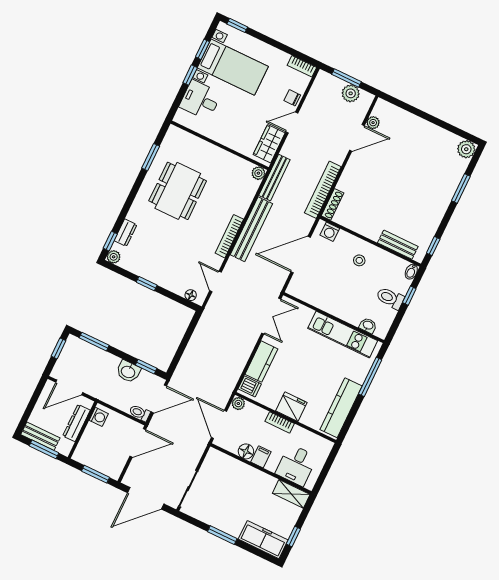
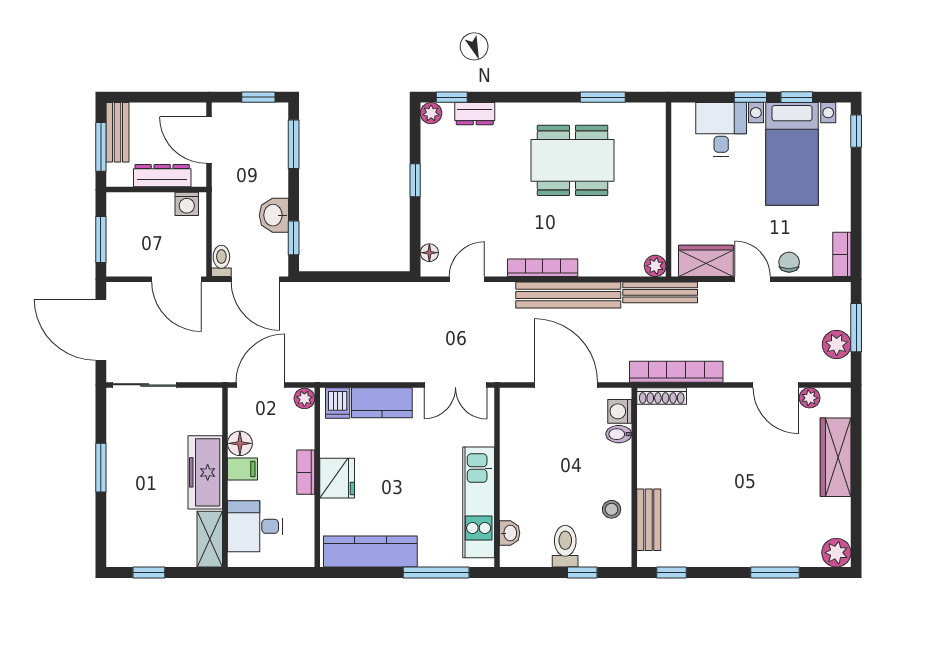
wardrobe: (413, 124) -> (836, 457), added
stool: (359, 260) -> (612, 509), moved
bidet: (411, 272) -> (619, 434), moved
freezer: (263, 540) -> (205, 472), moved, turned 180

